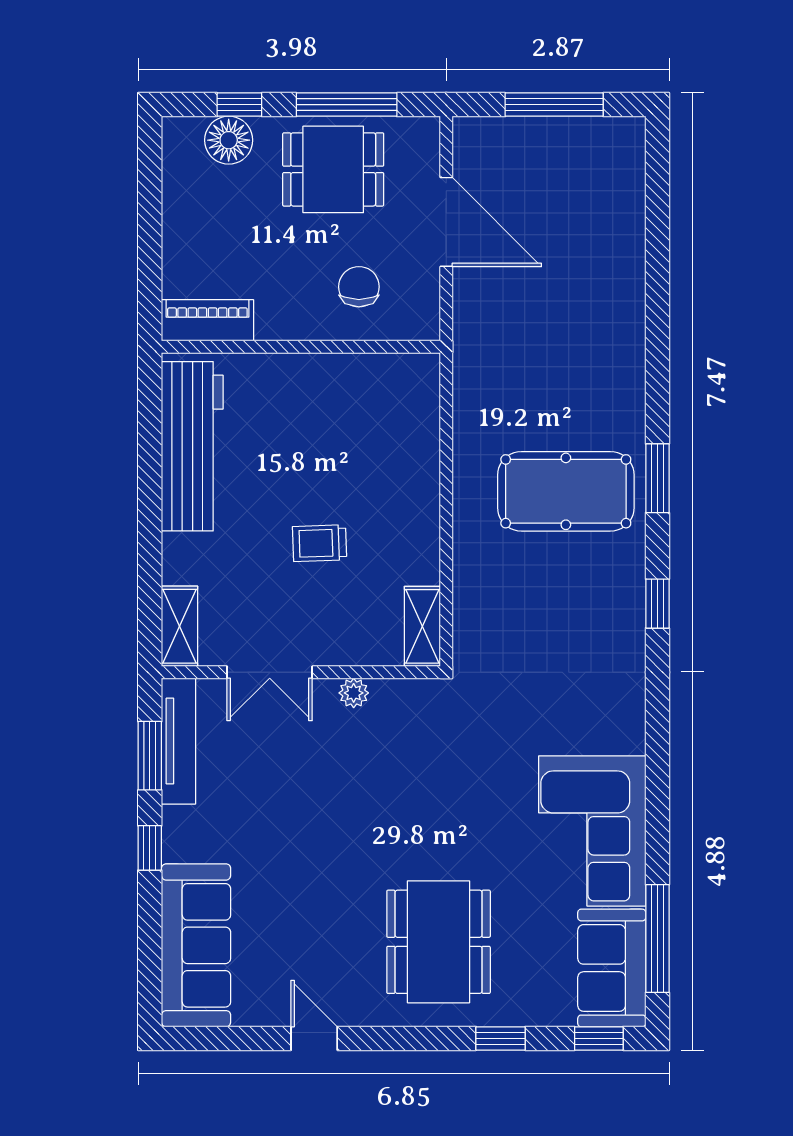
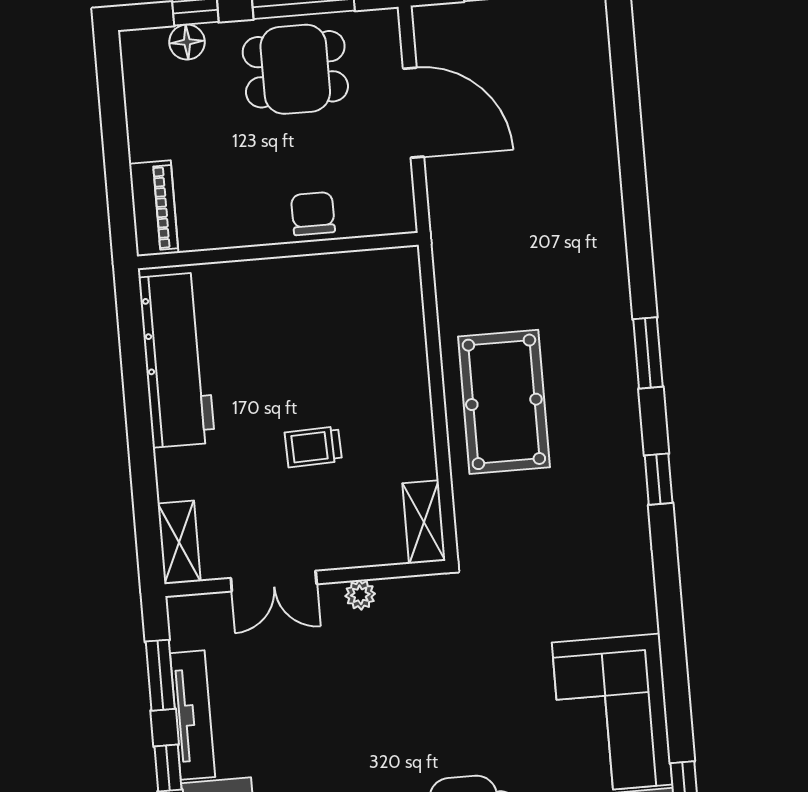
floor lamp: (229, 140) -> (187, 42), width x0.73, depth x0.73
chair: (359, 287) -> (313, 214), moved
piano: (207, 320) -> (154, 208), moved, turned 90
pool table: (566, 491) -> (504, 402), moved, turned 90
tv unit: (178, 741) -> (193, 715), moved

